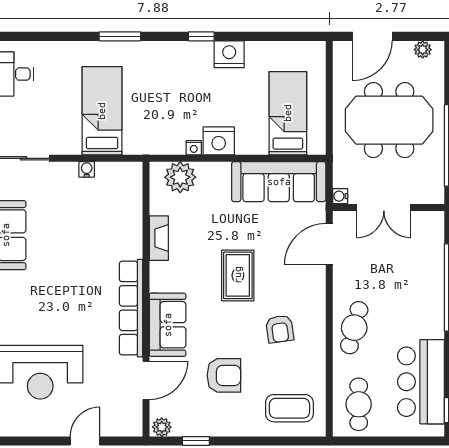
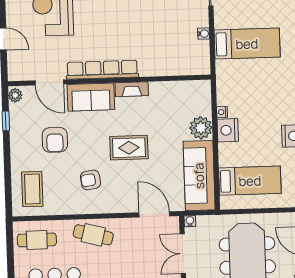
plant: (180, 177) -> (201, 128), moved
fireplace: (159, 238) -> (132, 89), moved

